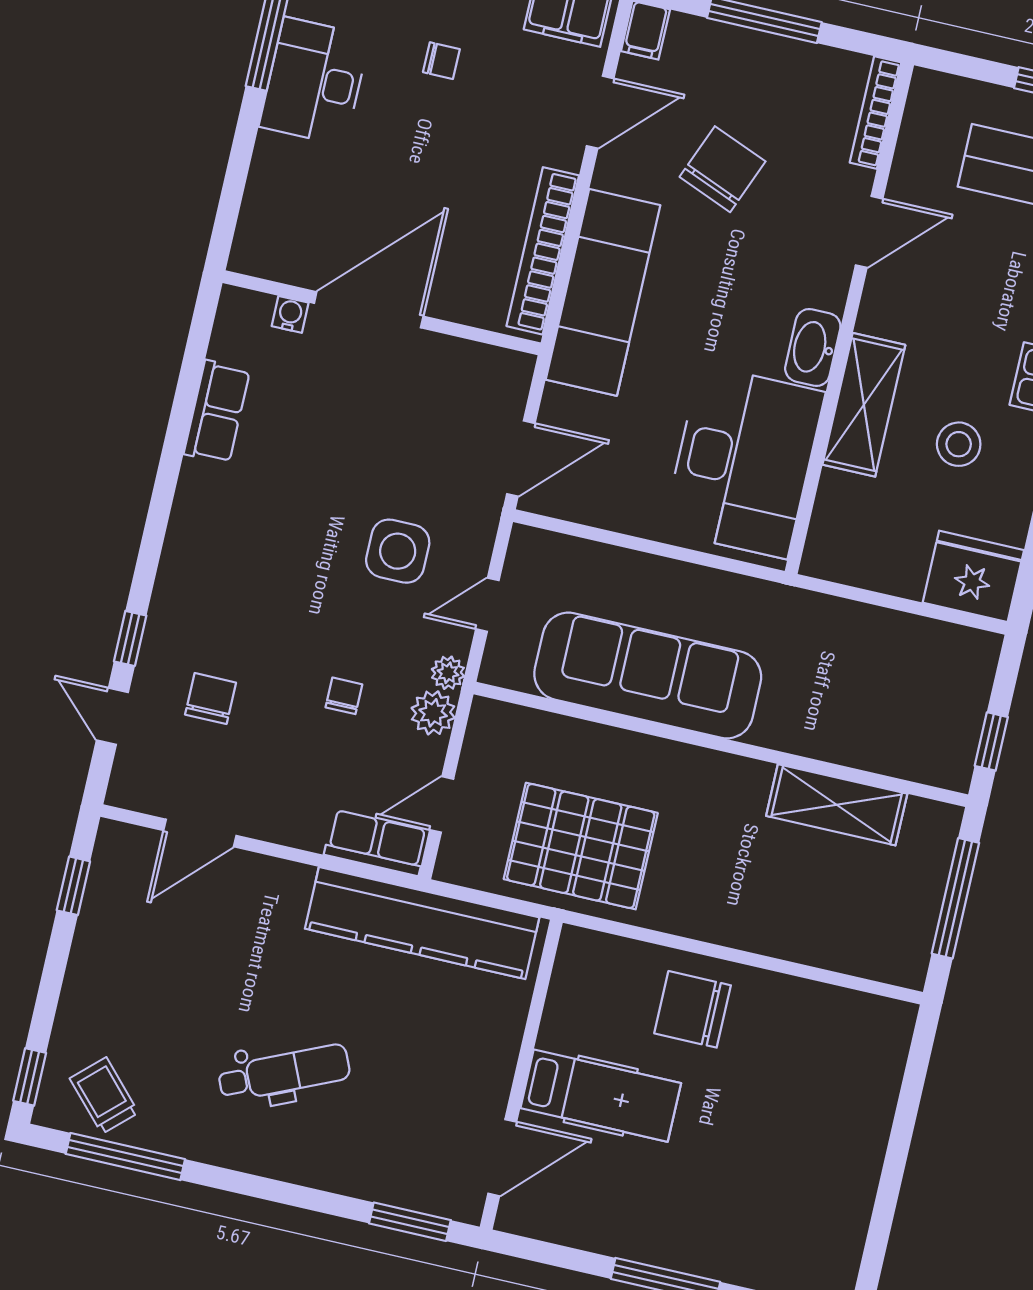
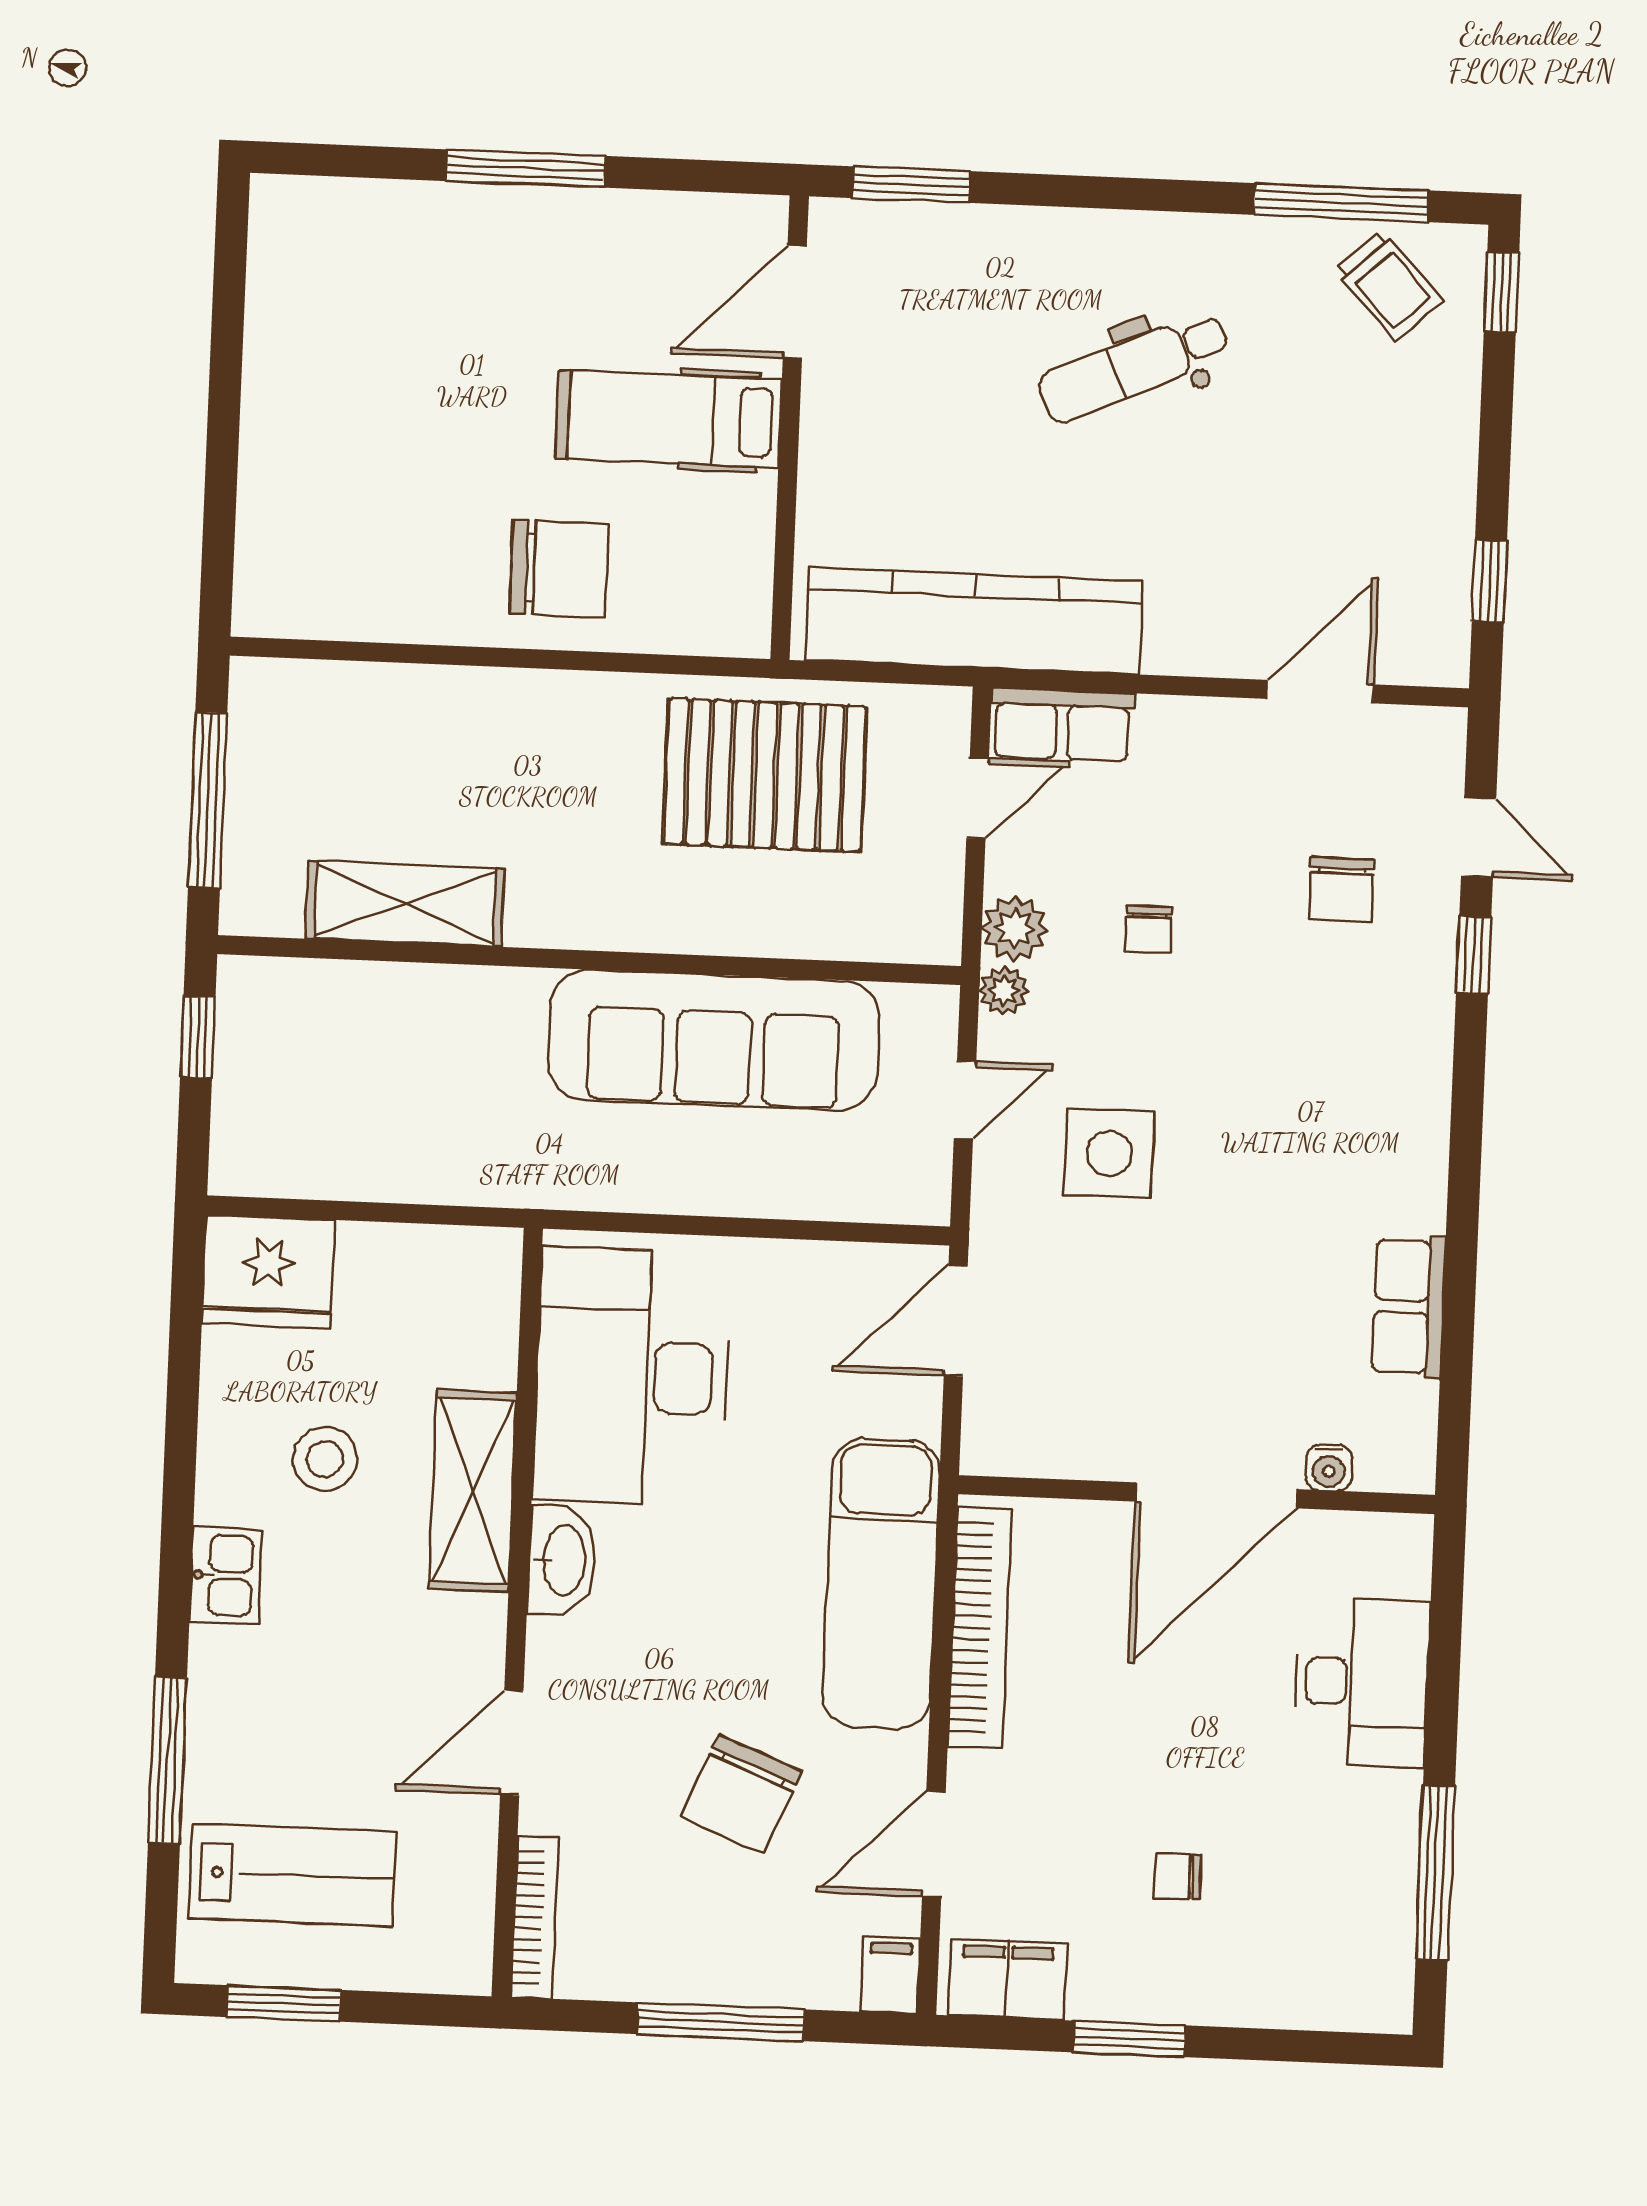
desk: (314, 81) -> (1362, 1682), moved

